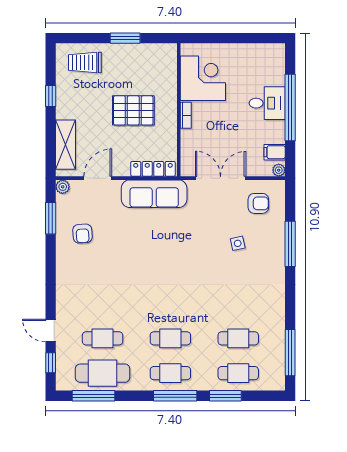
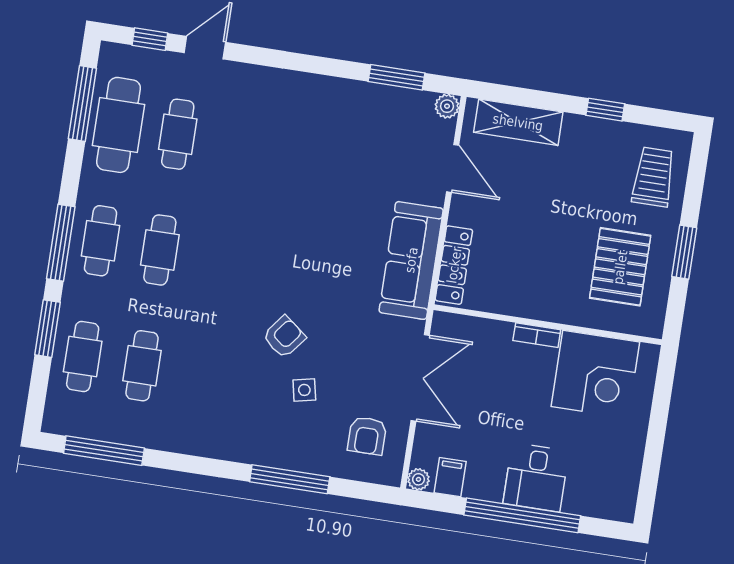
pallet: (133, 110) -> (620, 267), moved
armchair: (82, 234) -> (284, 337), moved, turned 132

